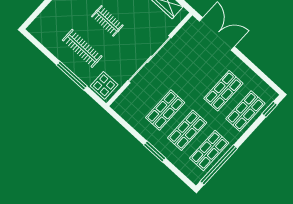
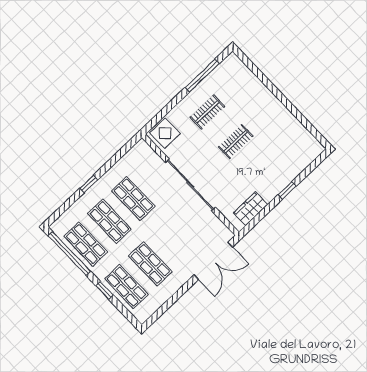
clothes rail: (82, 48) -> (207, 112), width x0.73
window: (72, 75) -> (202, 76), moved
window: (270, 109) -> (104, 290), moved
window: (155, 151) -> (89, 184), width x0.67

